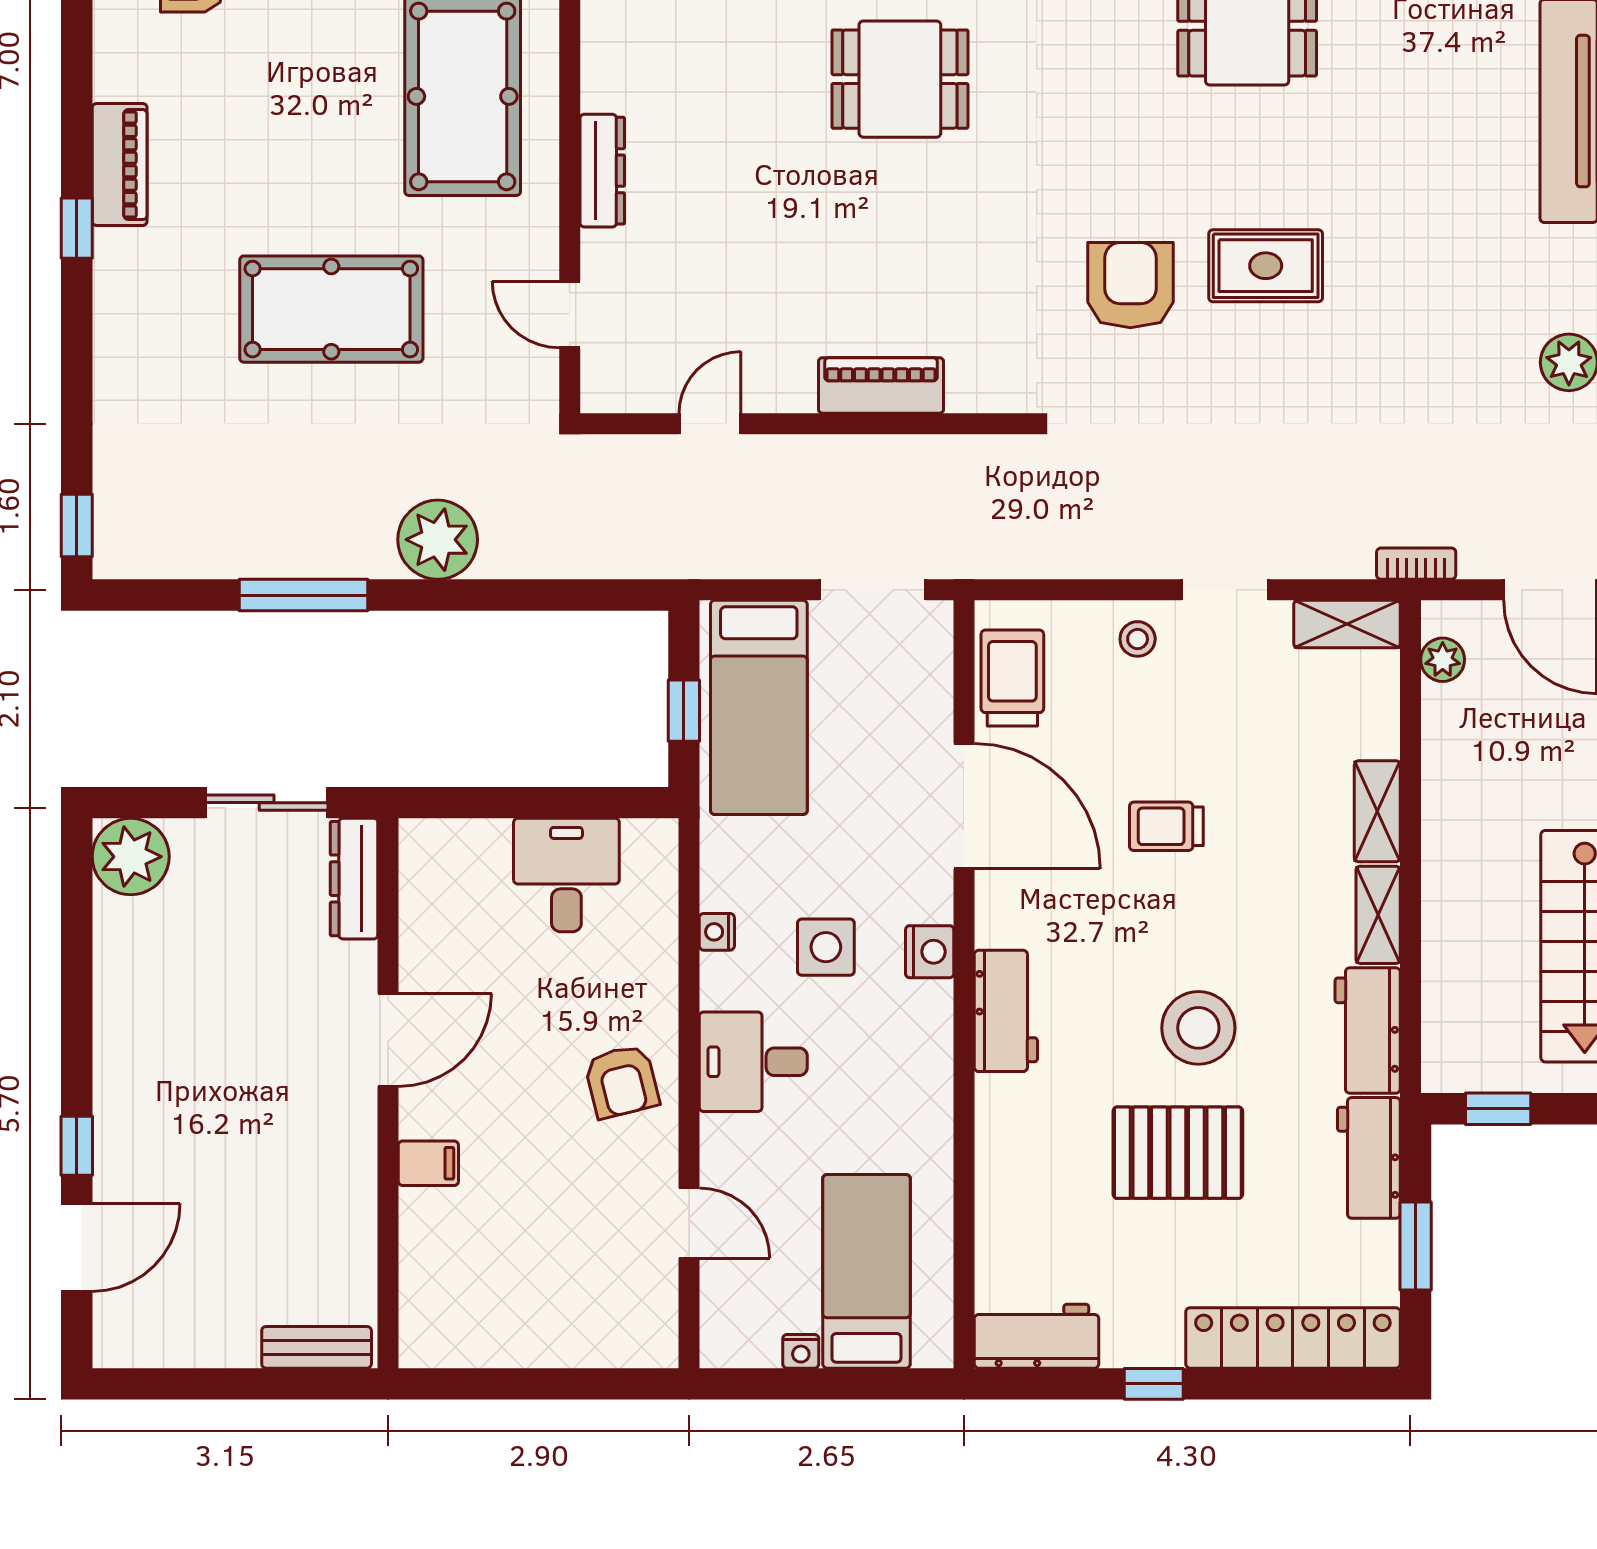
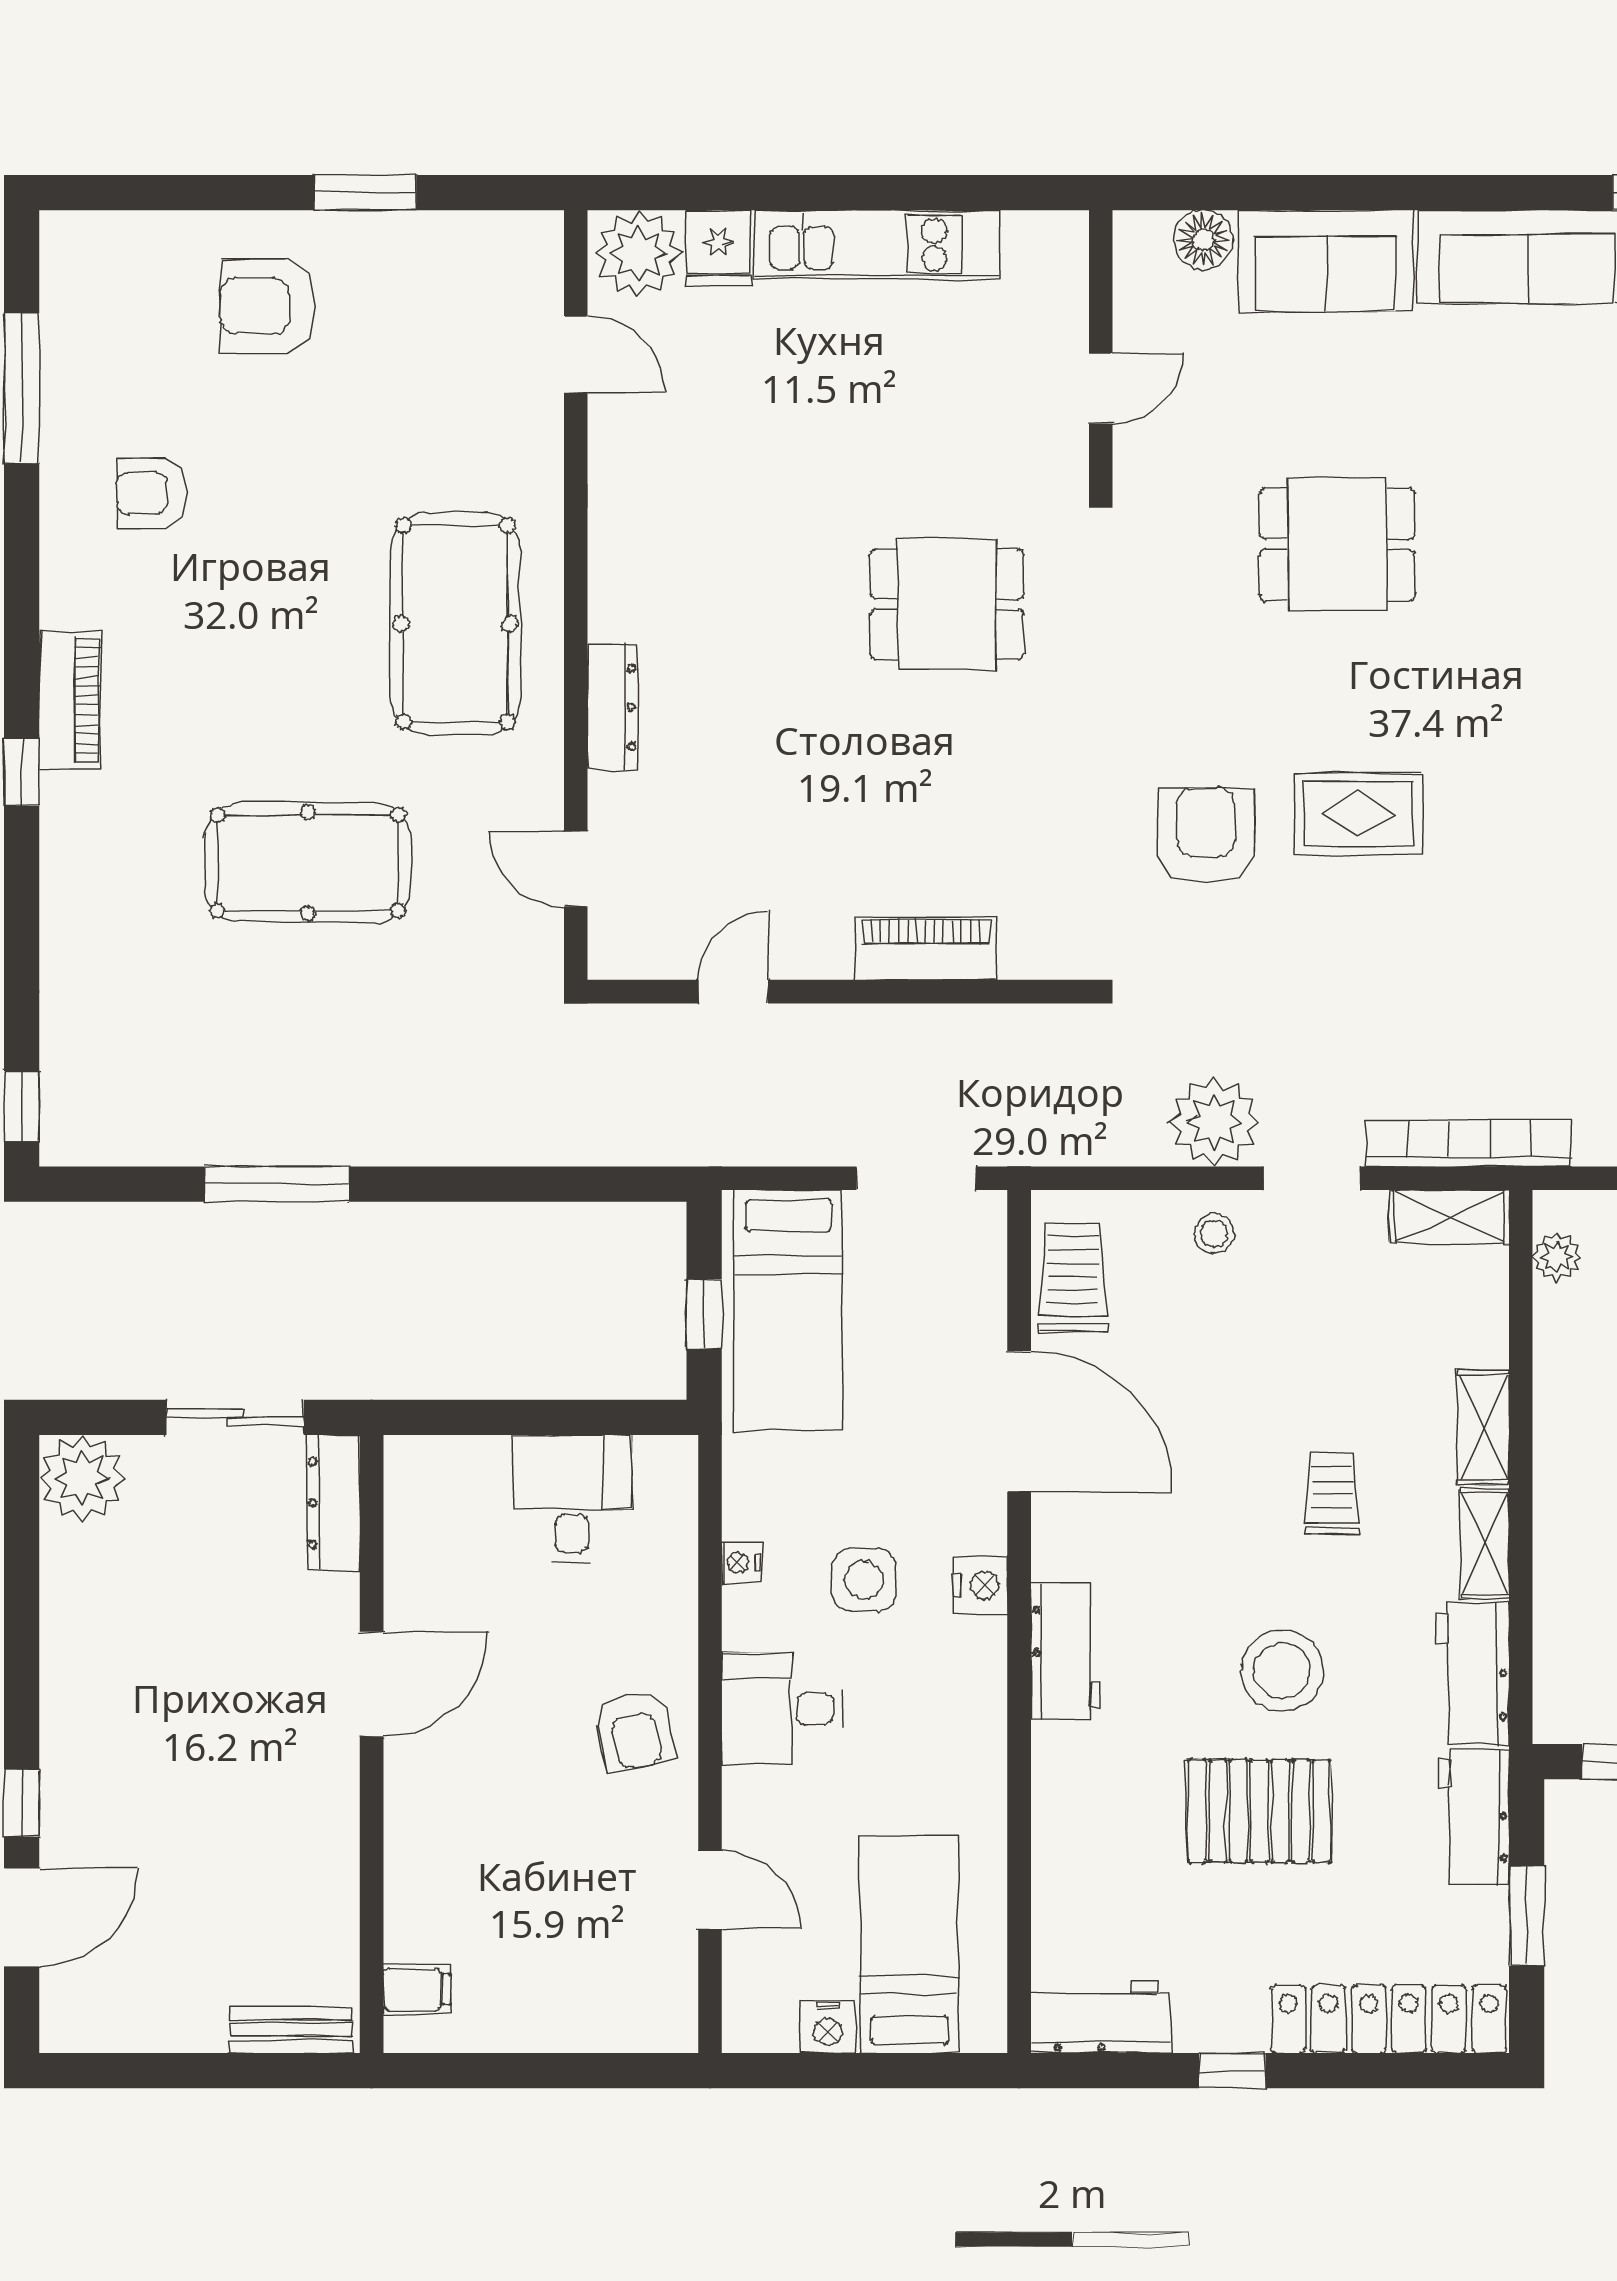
plant: (438, 540) -> (1214, 1122), moved
bookcase: (1416, 564) -> (1469, 1143), width x2.31, depth x1.31
trolley: (1166, 826) -> (1332, 1493), moved, turned 90
filing cabinet: (428, 1163) -> (417, 1989), moved
nightstand: (801, 1351) -> (828, 2027), width x1.39, depth x1.35

